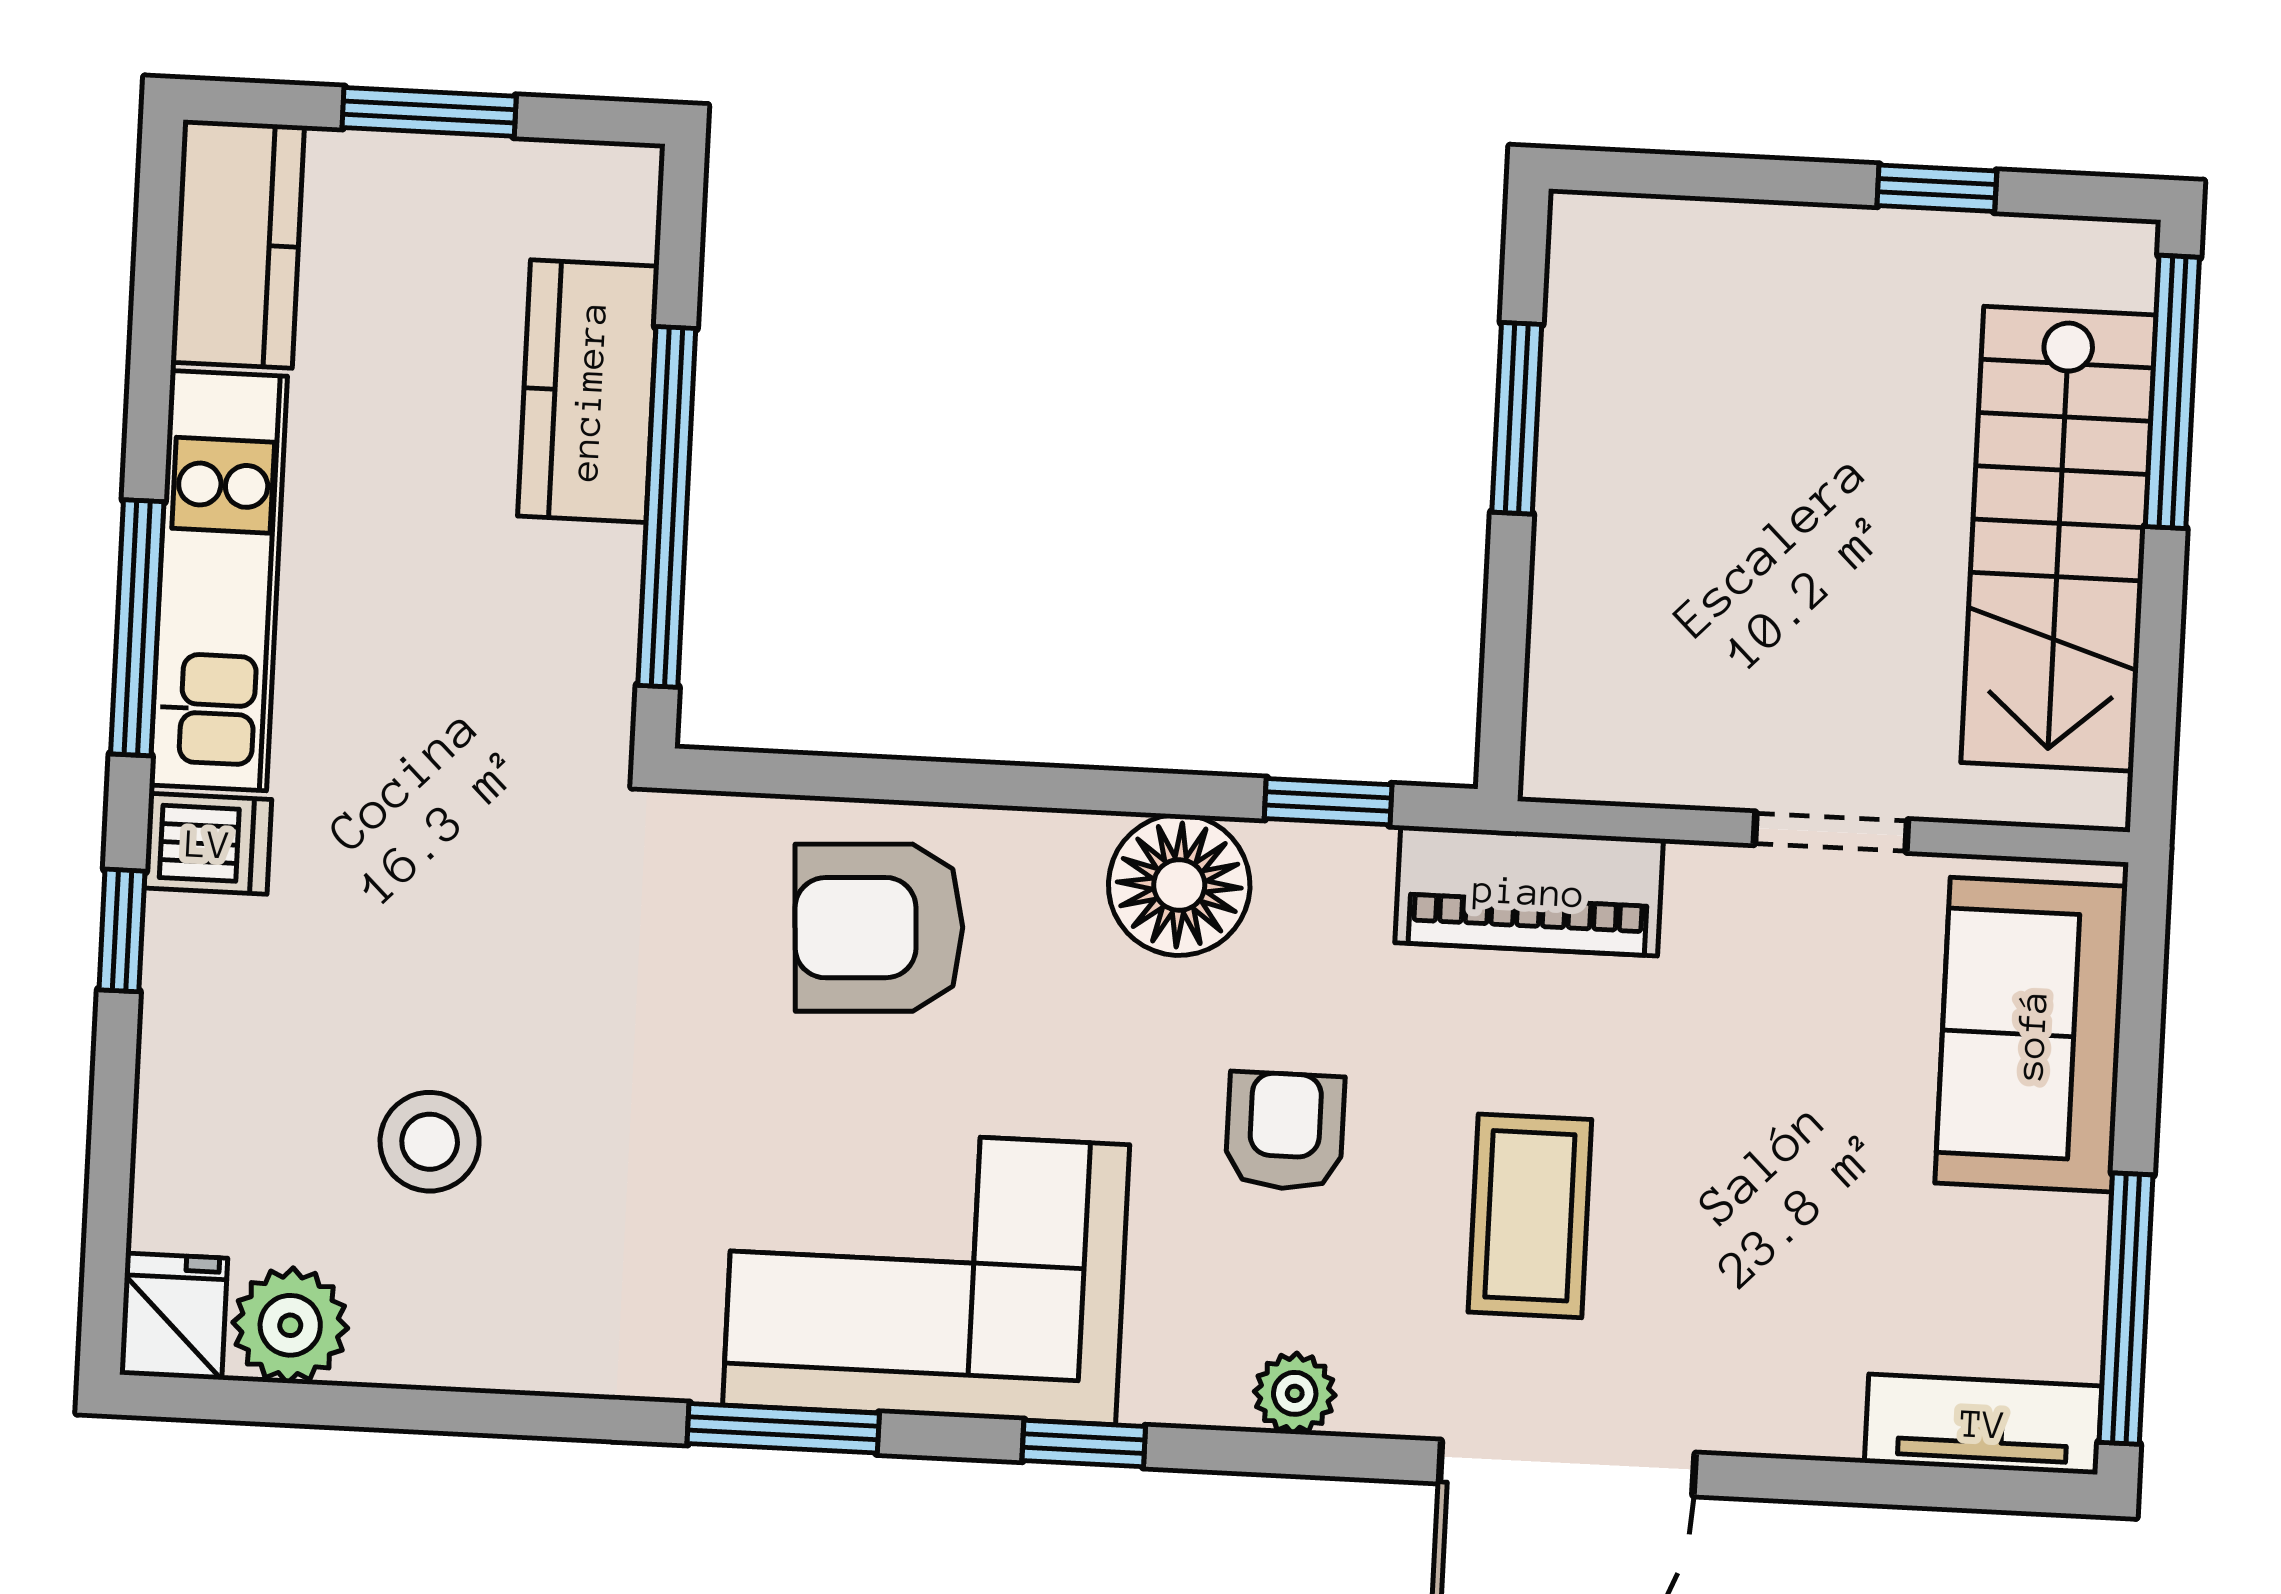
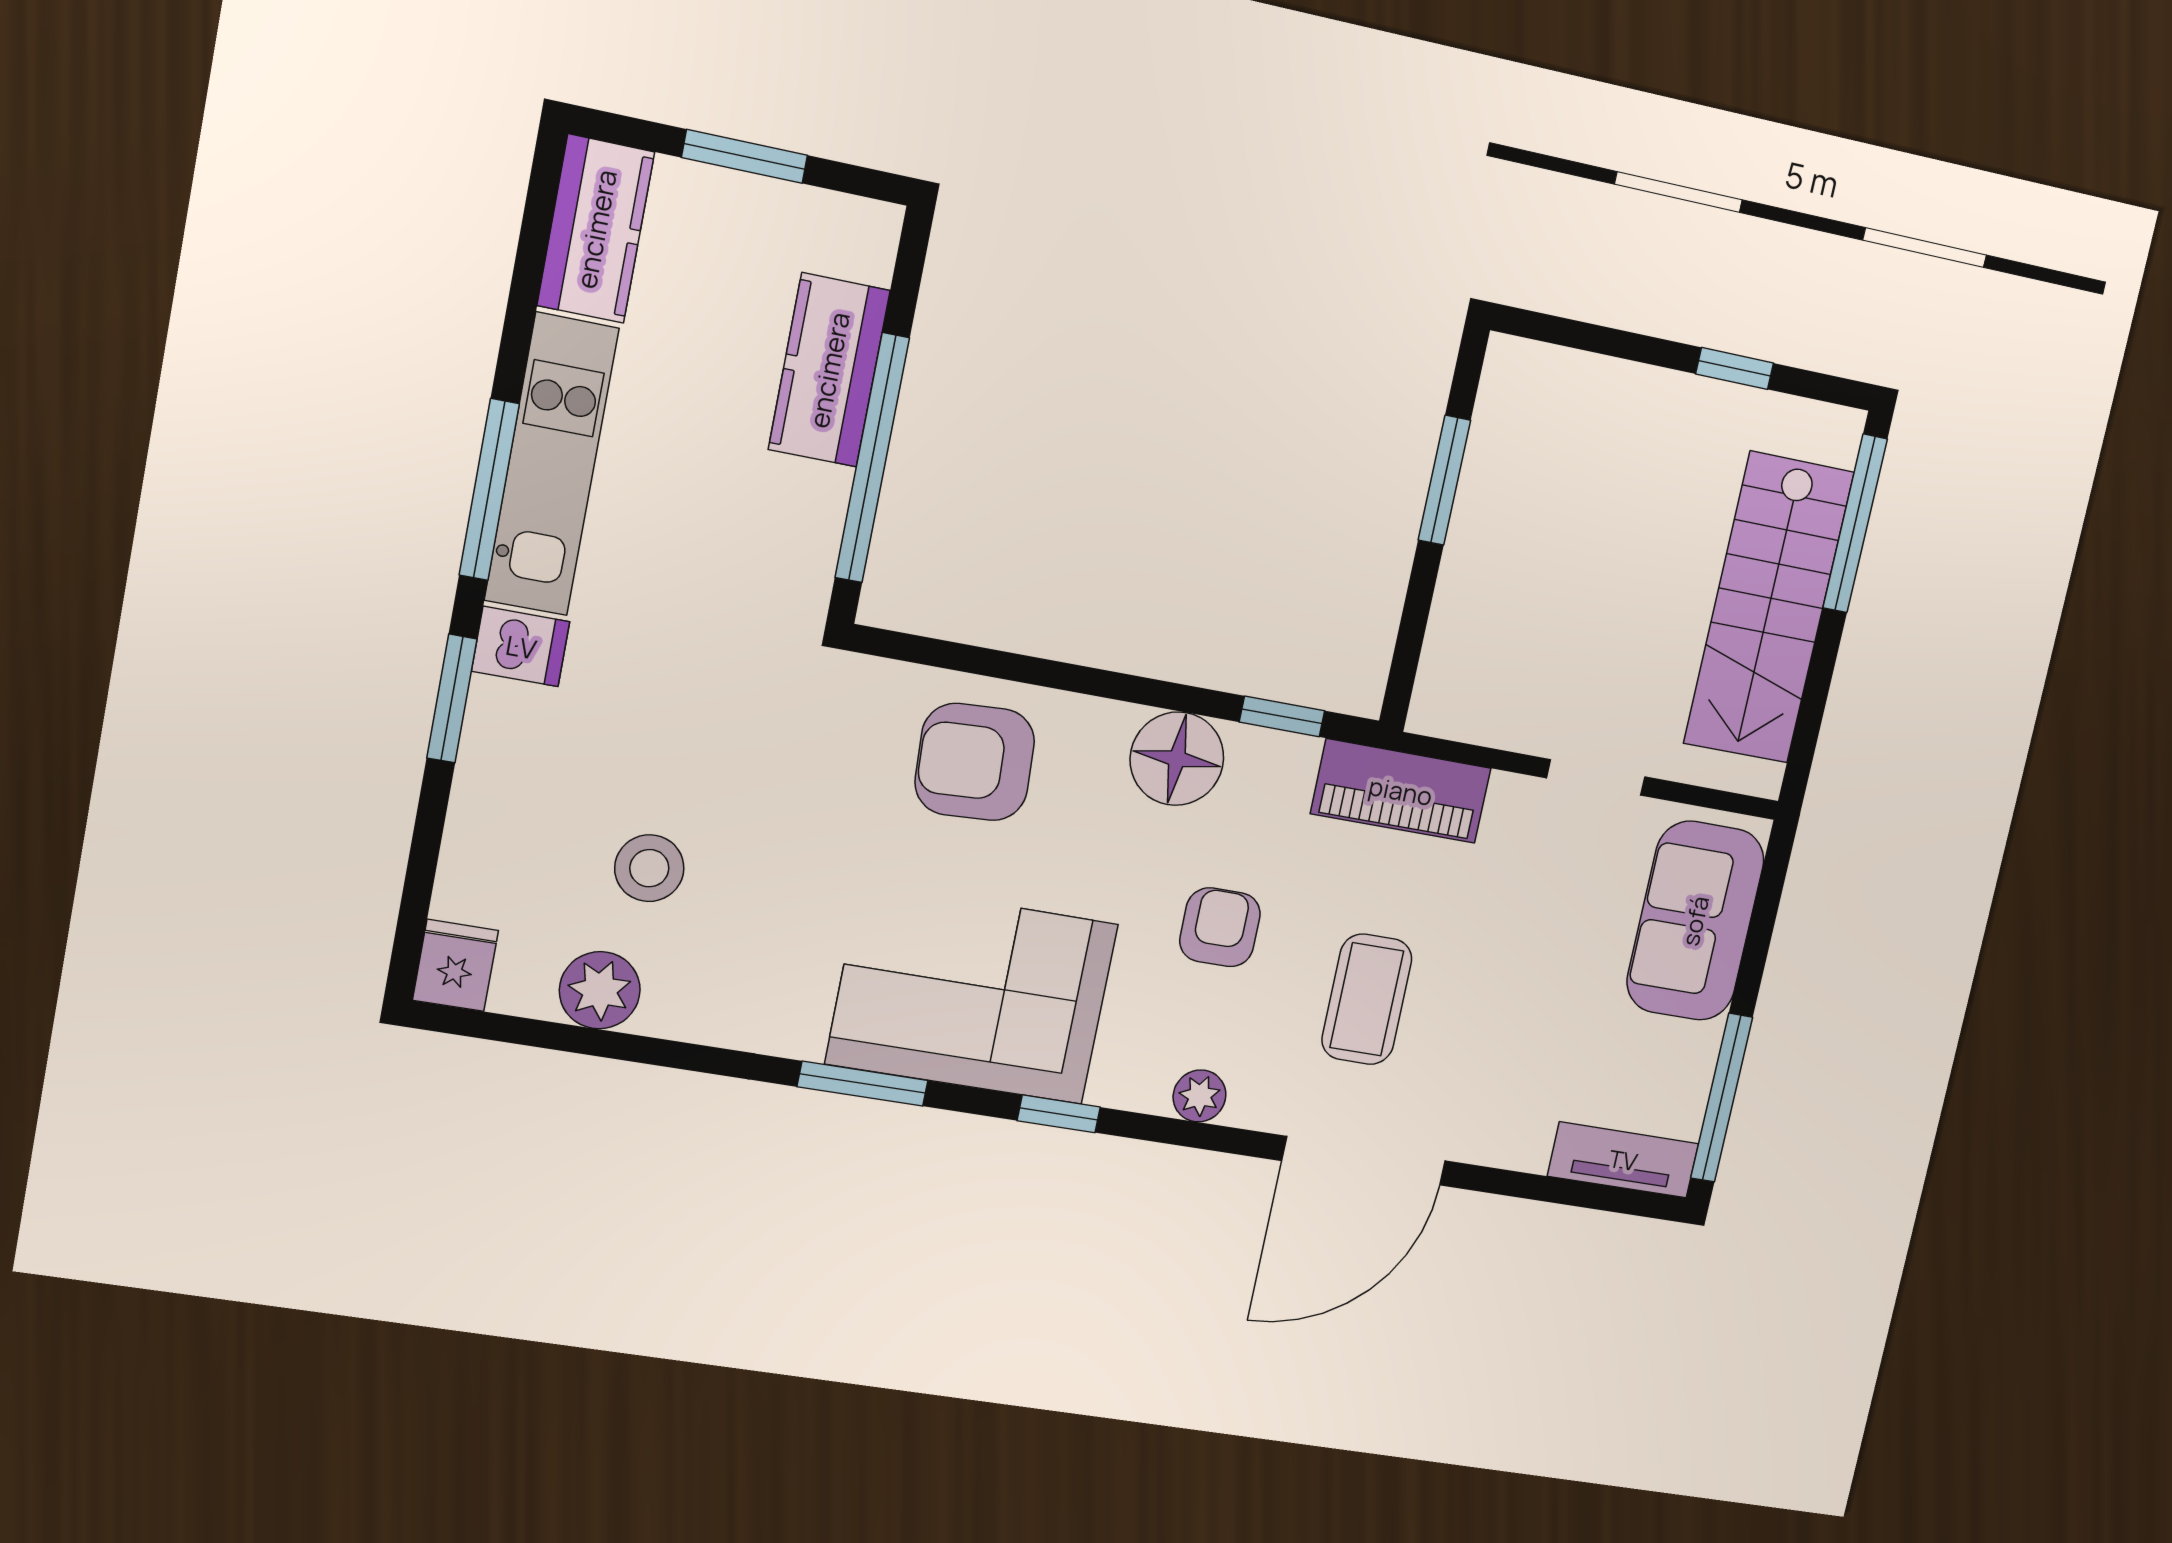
window: (122, 930) -> (452, 699), width x1.50
plant: (290, 1325) -> (600, 990), moved

